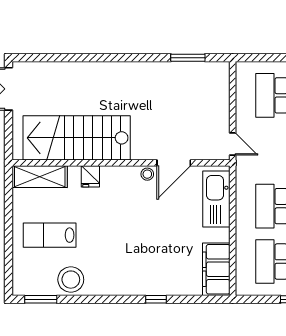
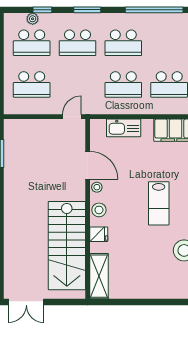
stool: (120, 177) -> (99, 210), added
kitchen sink: (216, 199) -> (124, 128), width x0.73, depth x0.81
lab bench: (50, 235) -> (159, 203), moved

